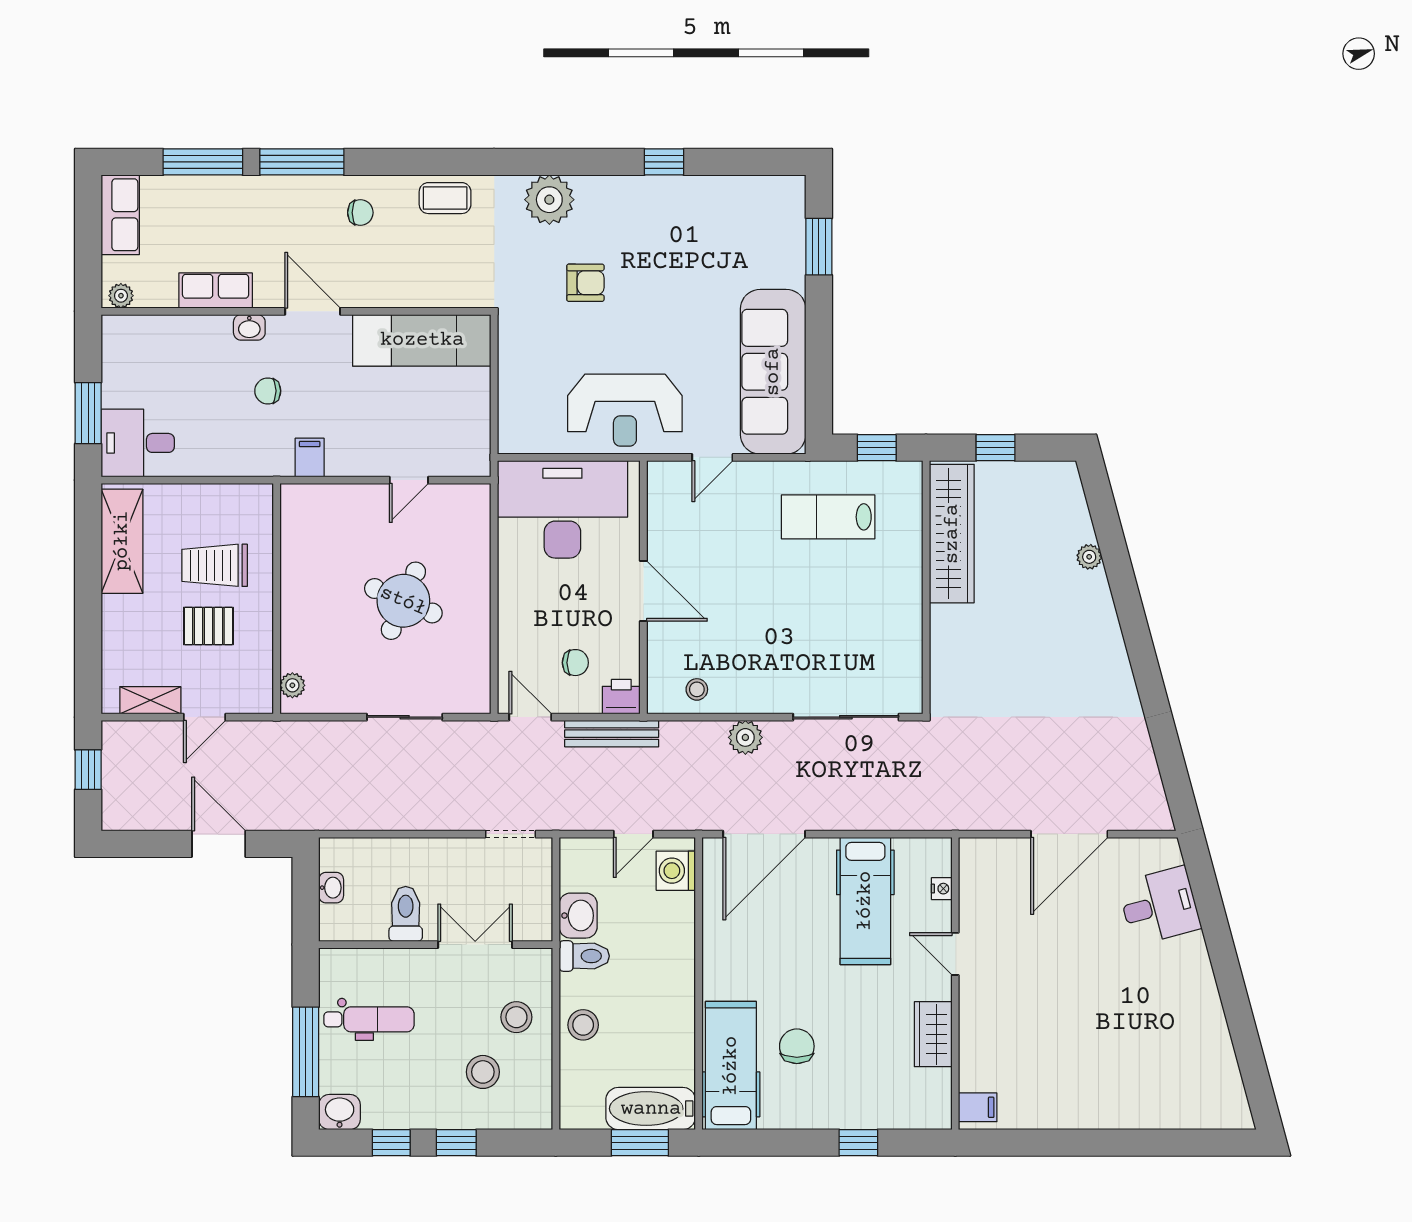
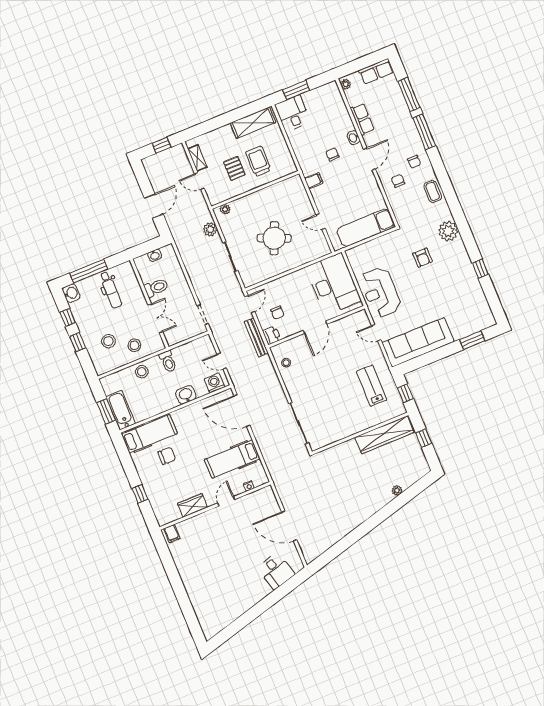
chair: (389, 267) -> (398, 181), added
exam couch: (422, 340) -> (366, 228), moved, turned 90
plant: (745, 737) -> (210, 229), moved
washbasin: (578, 916) -> (186, 395), moved, turned 180

